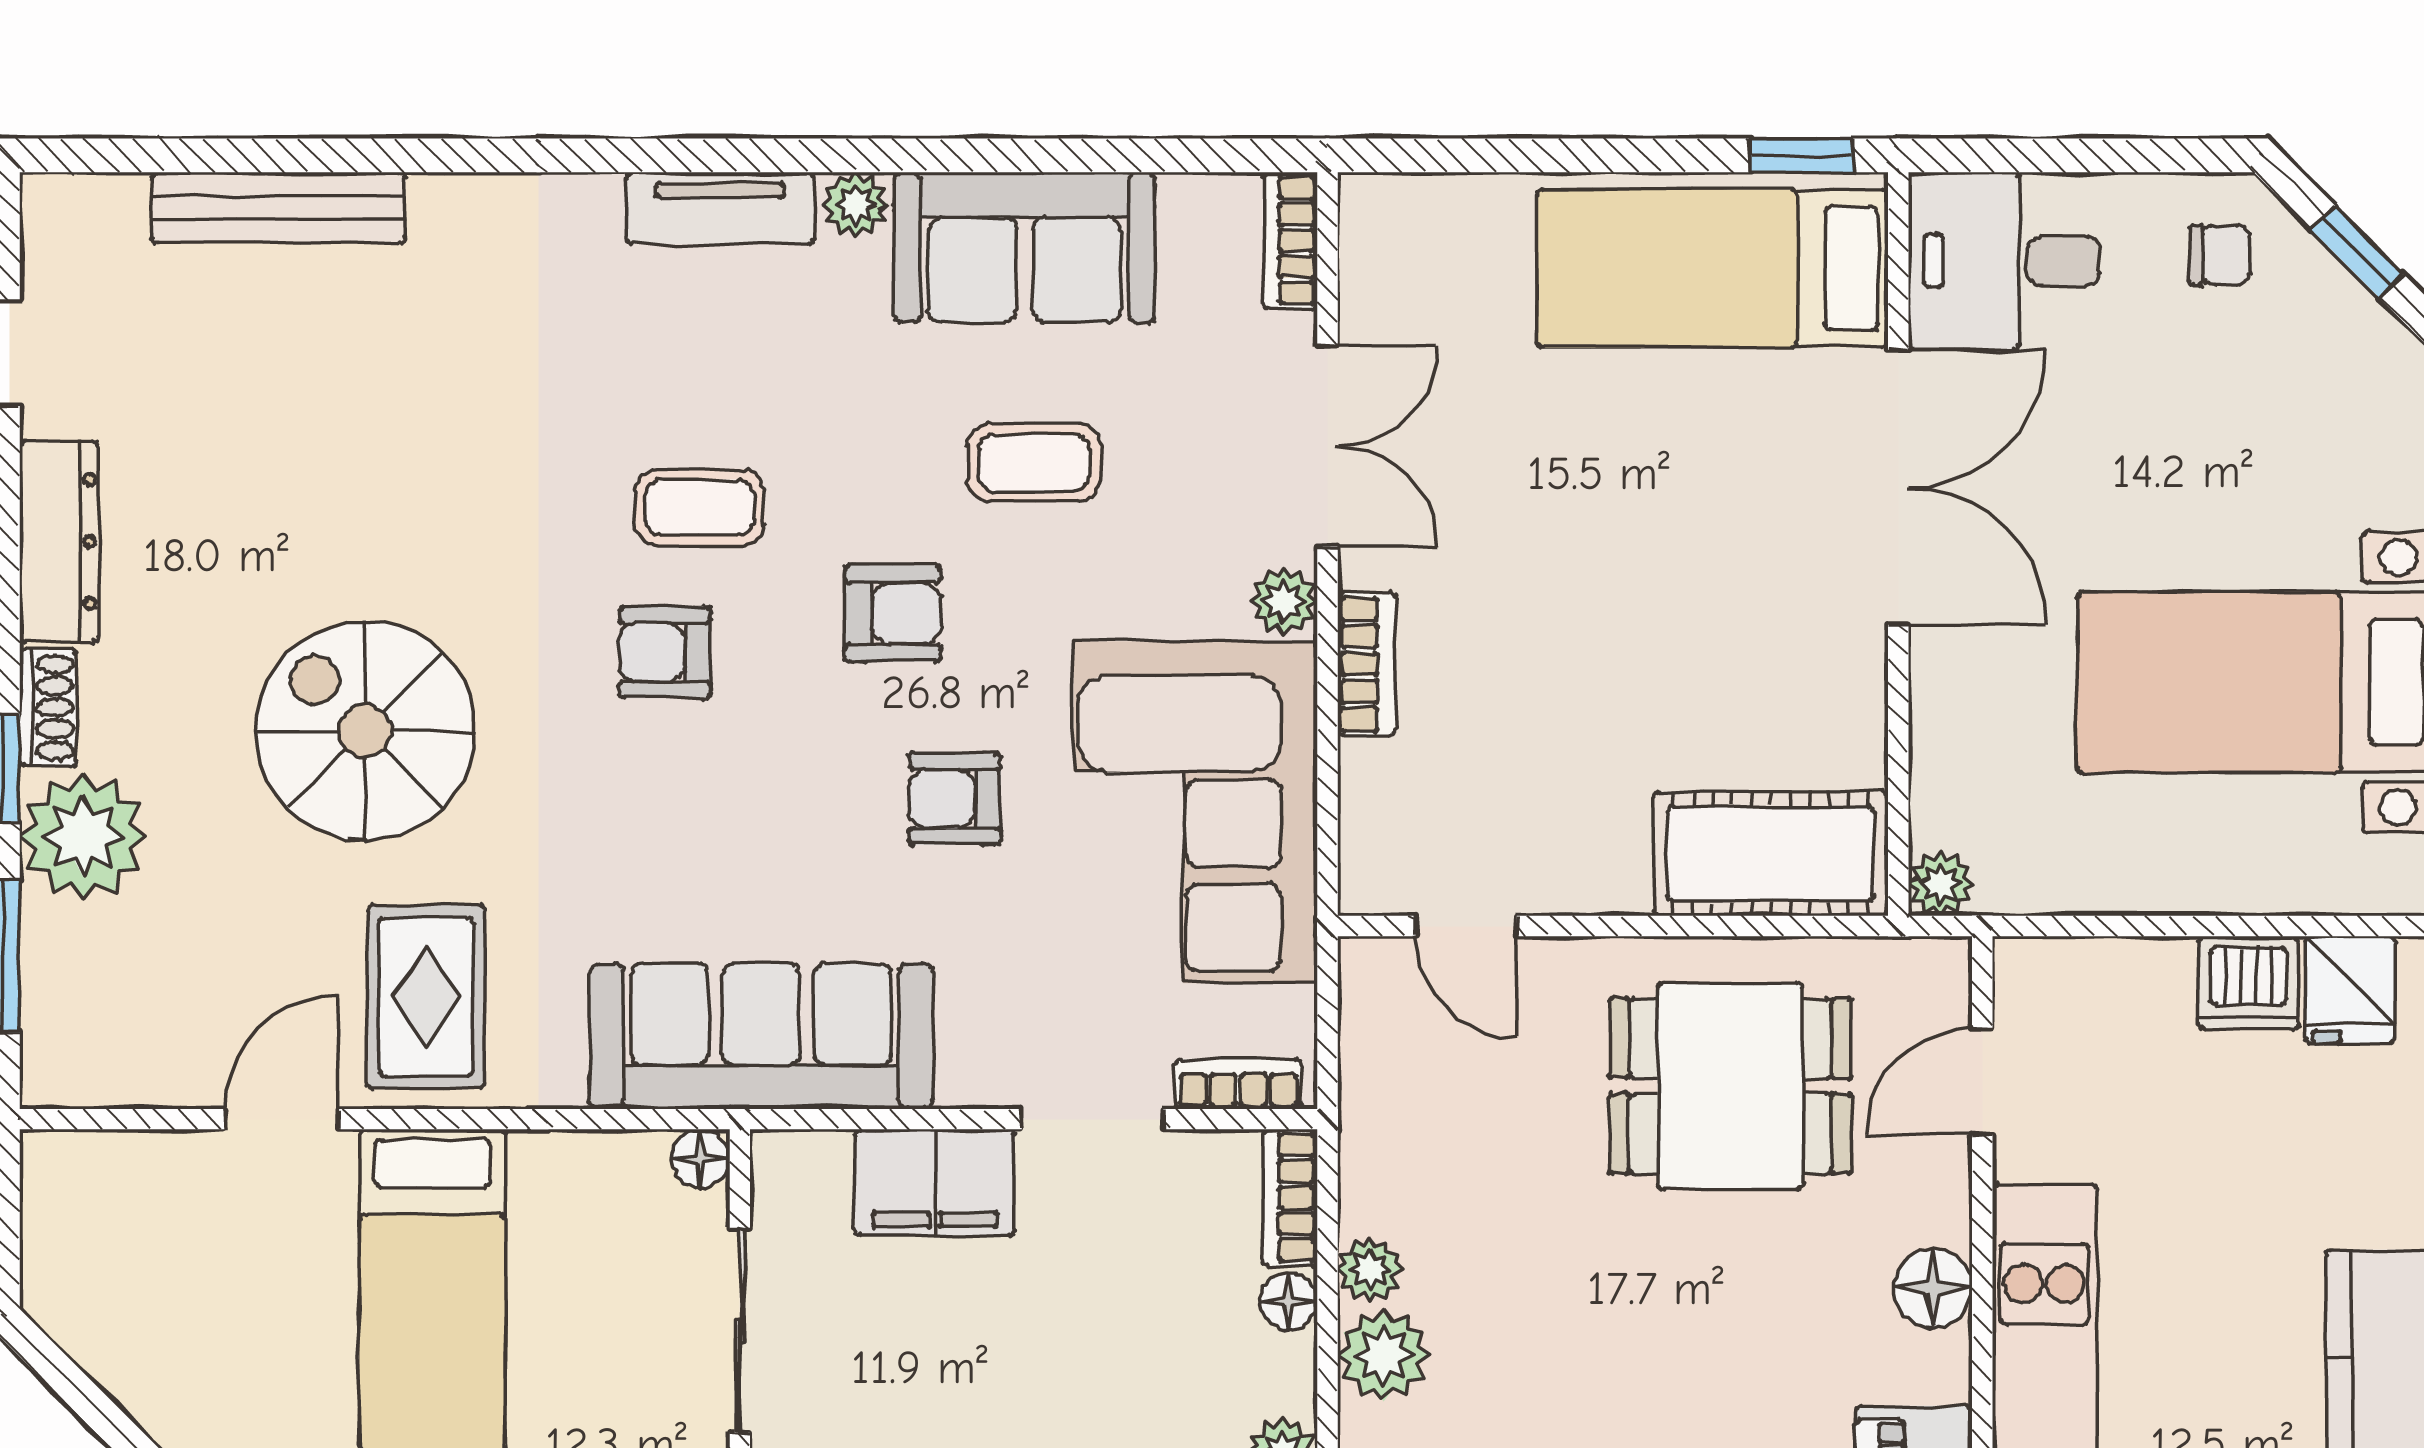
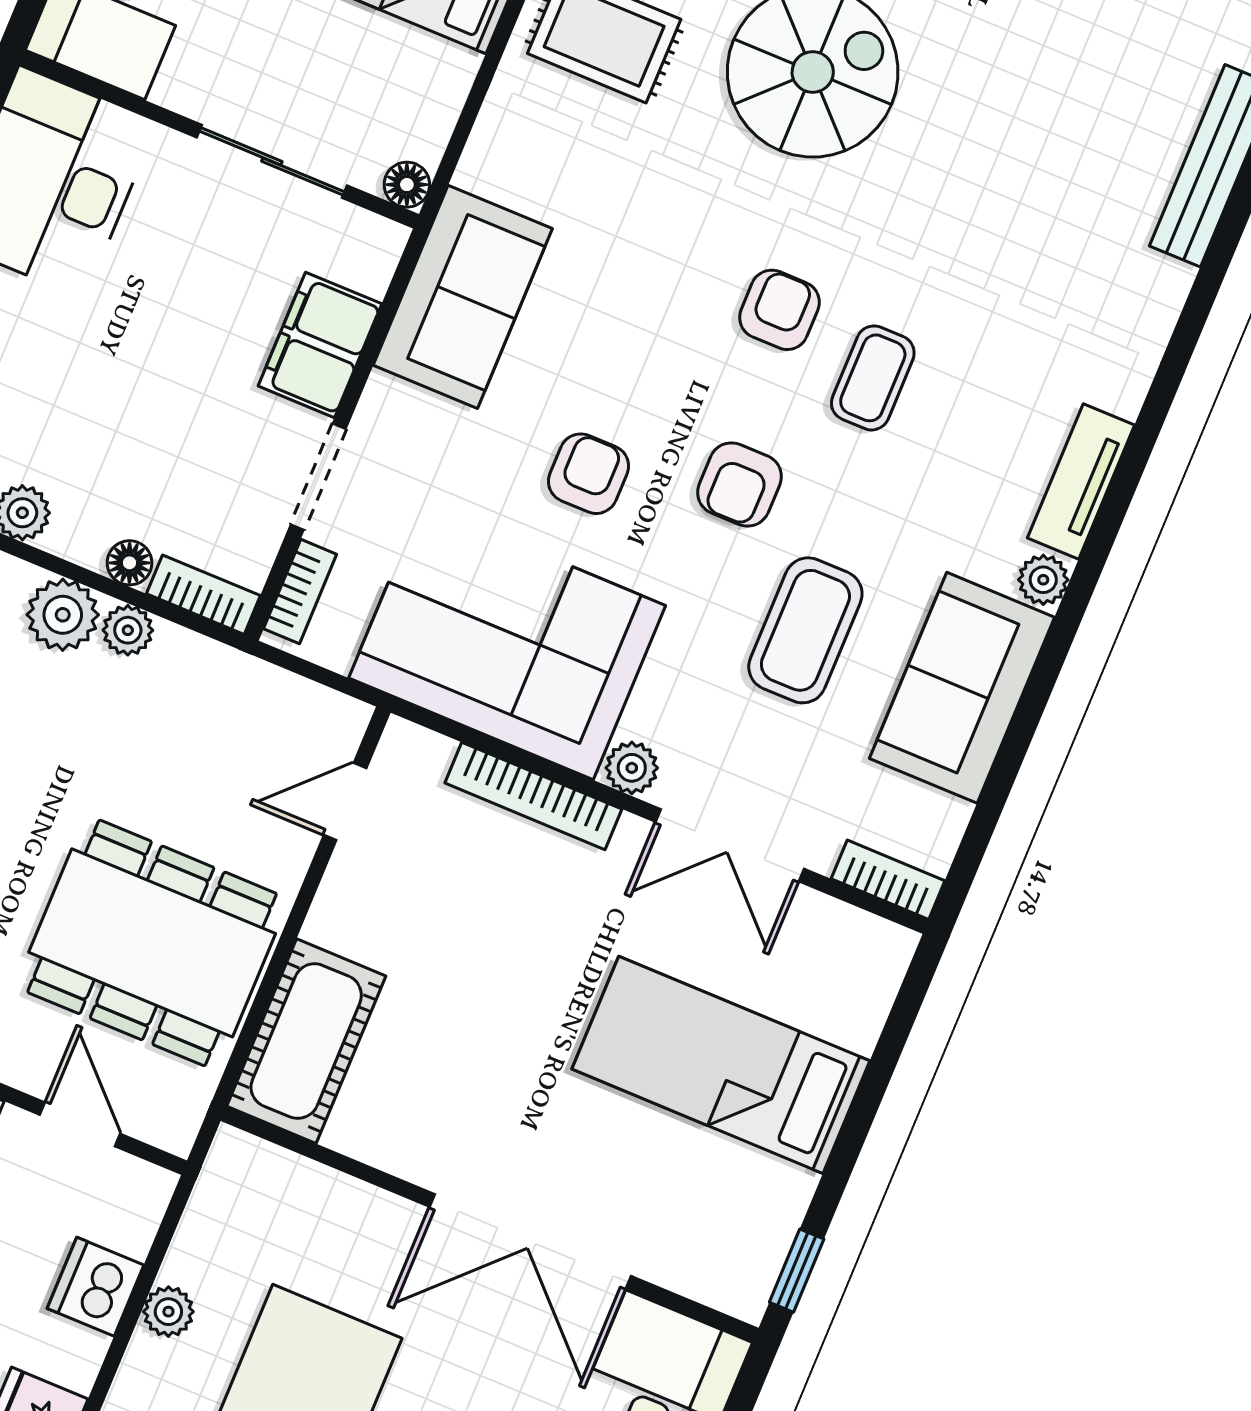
bed: (1713, 269) -> (721, 1065), moved, turned -90
coffee table: (1034, 463) -> (805, 630), width x1.36, depth x1.30
bookcase: (1366, 664) -> (533, 796), width x1.56
plant: (1941, 884) -> (168, 1312), moved
dishwasher: (2249, 983) -> (95, 1287), moved
sofa: (761, 1036) -> (463, 297), width x0.73
dining table: (1730, 1086) -> (152, 943), width x1.38

